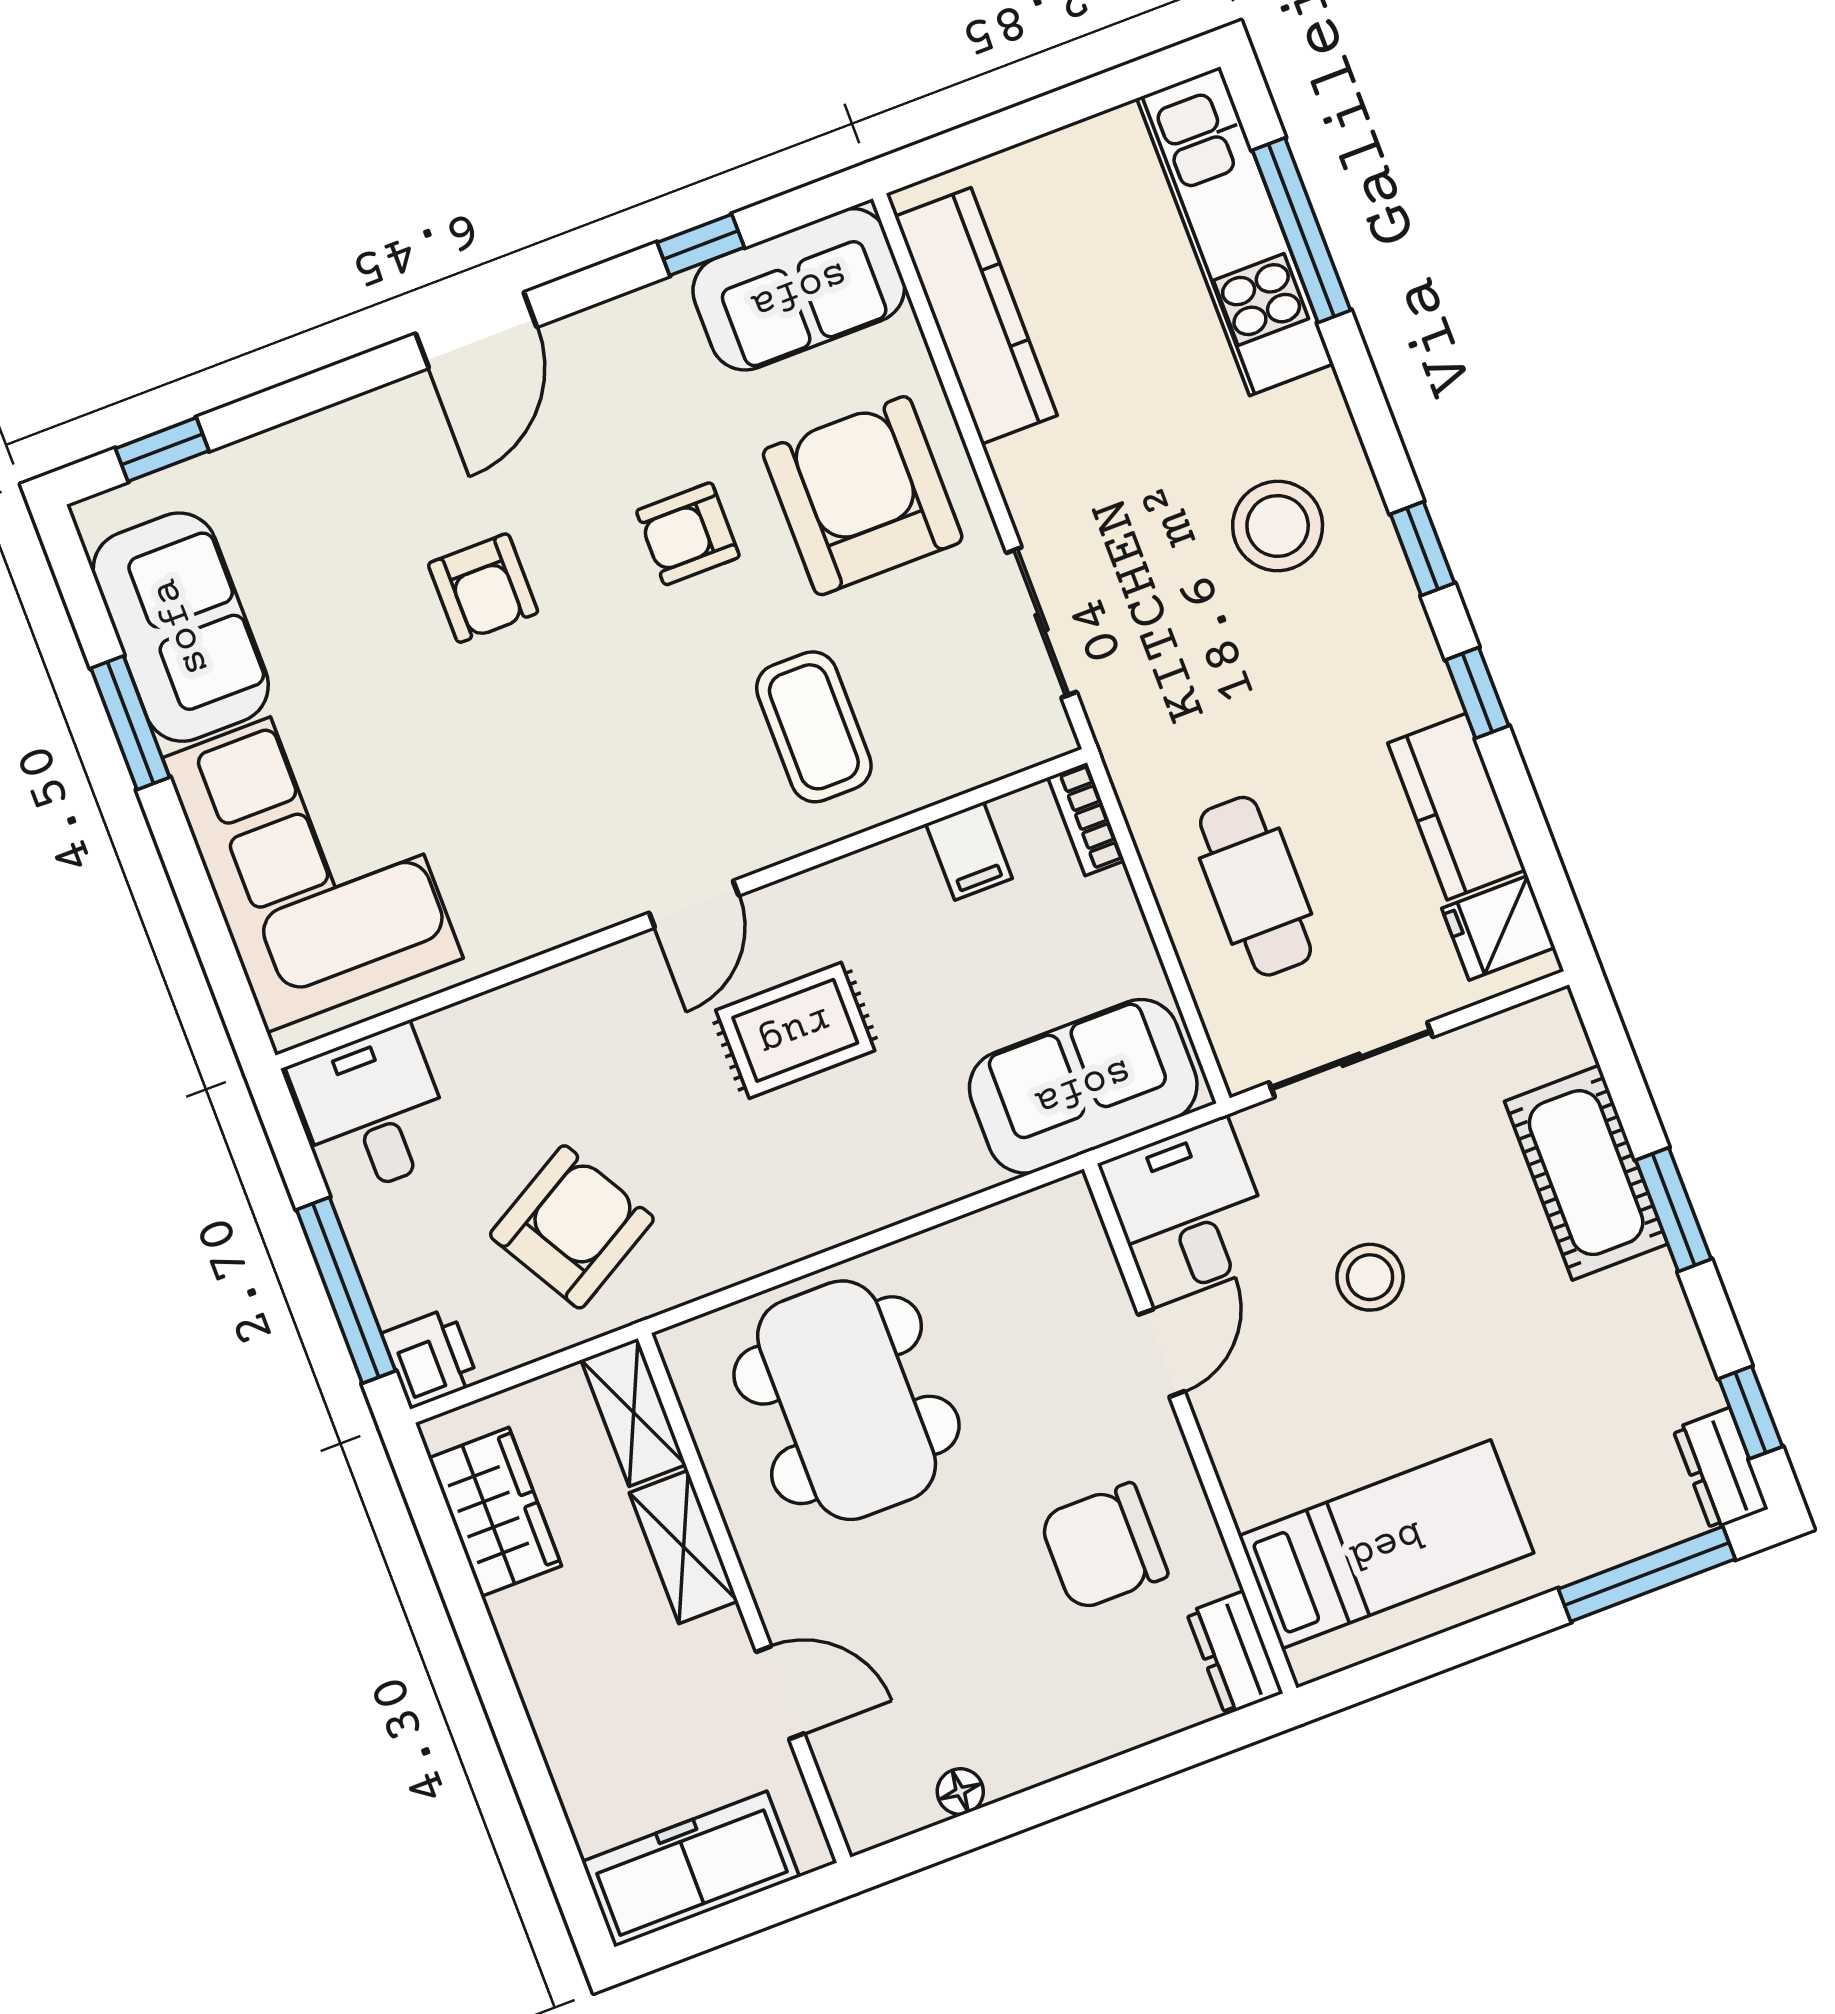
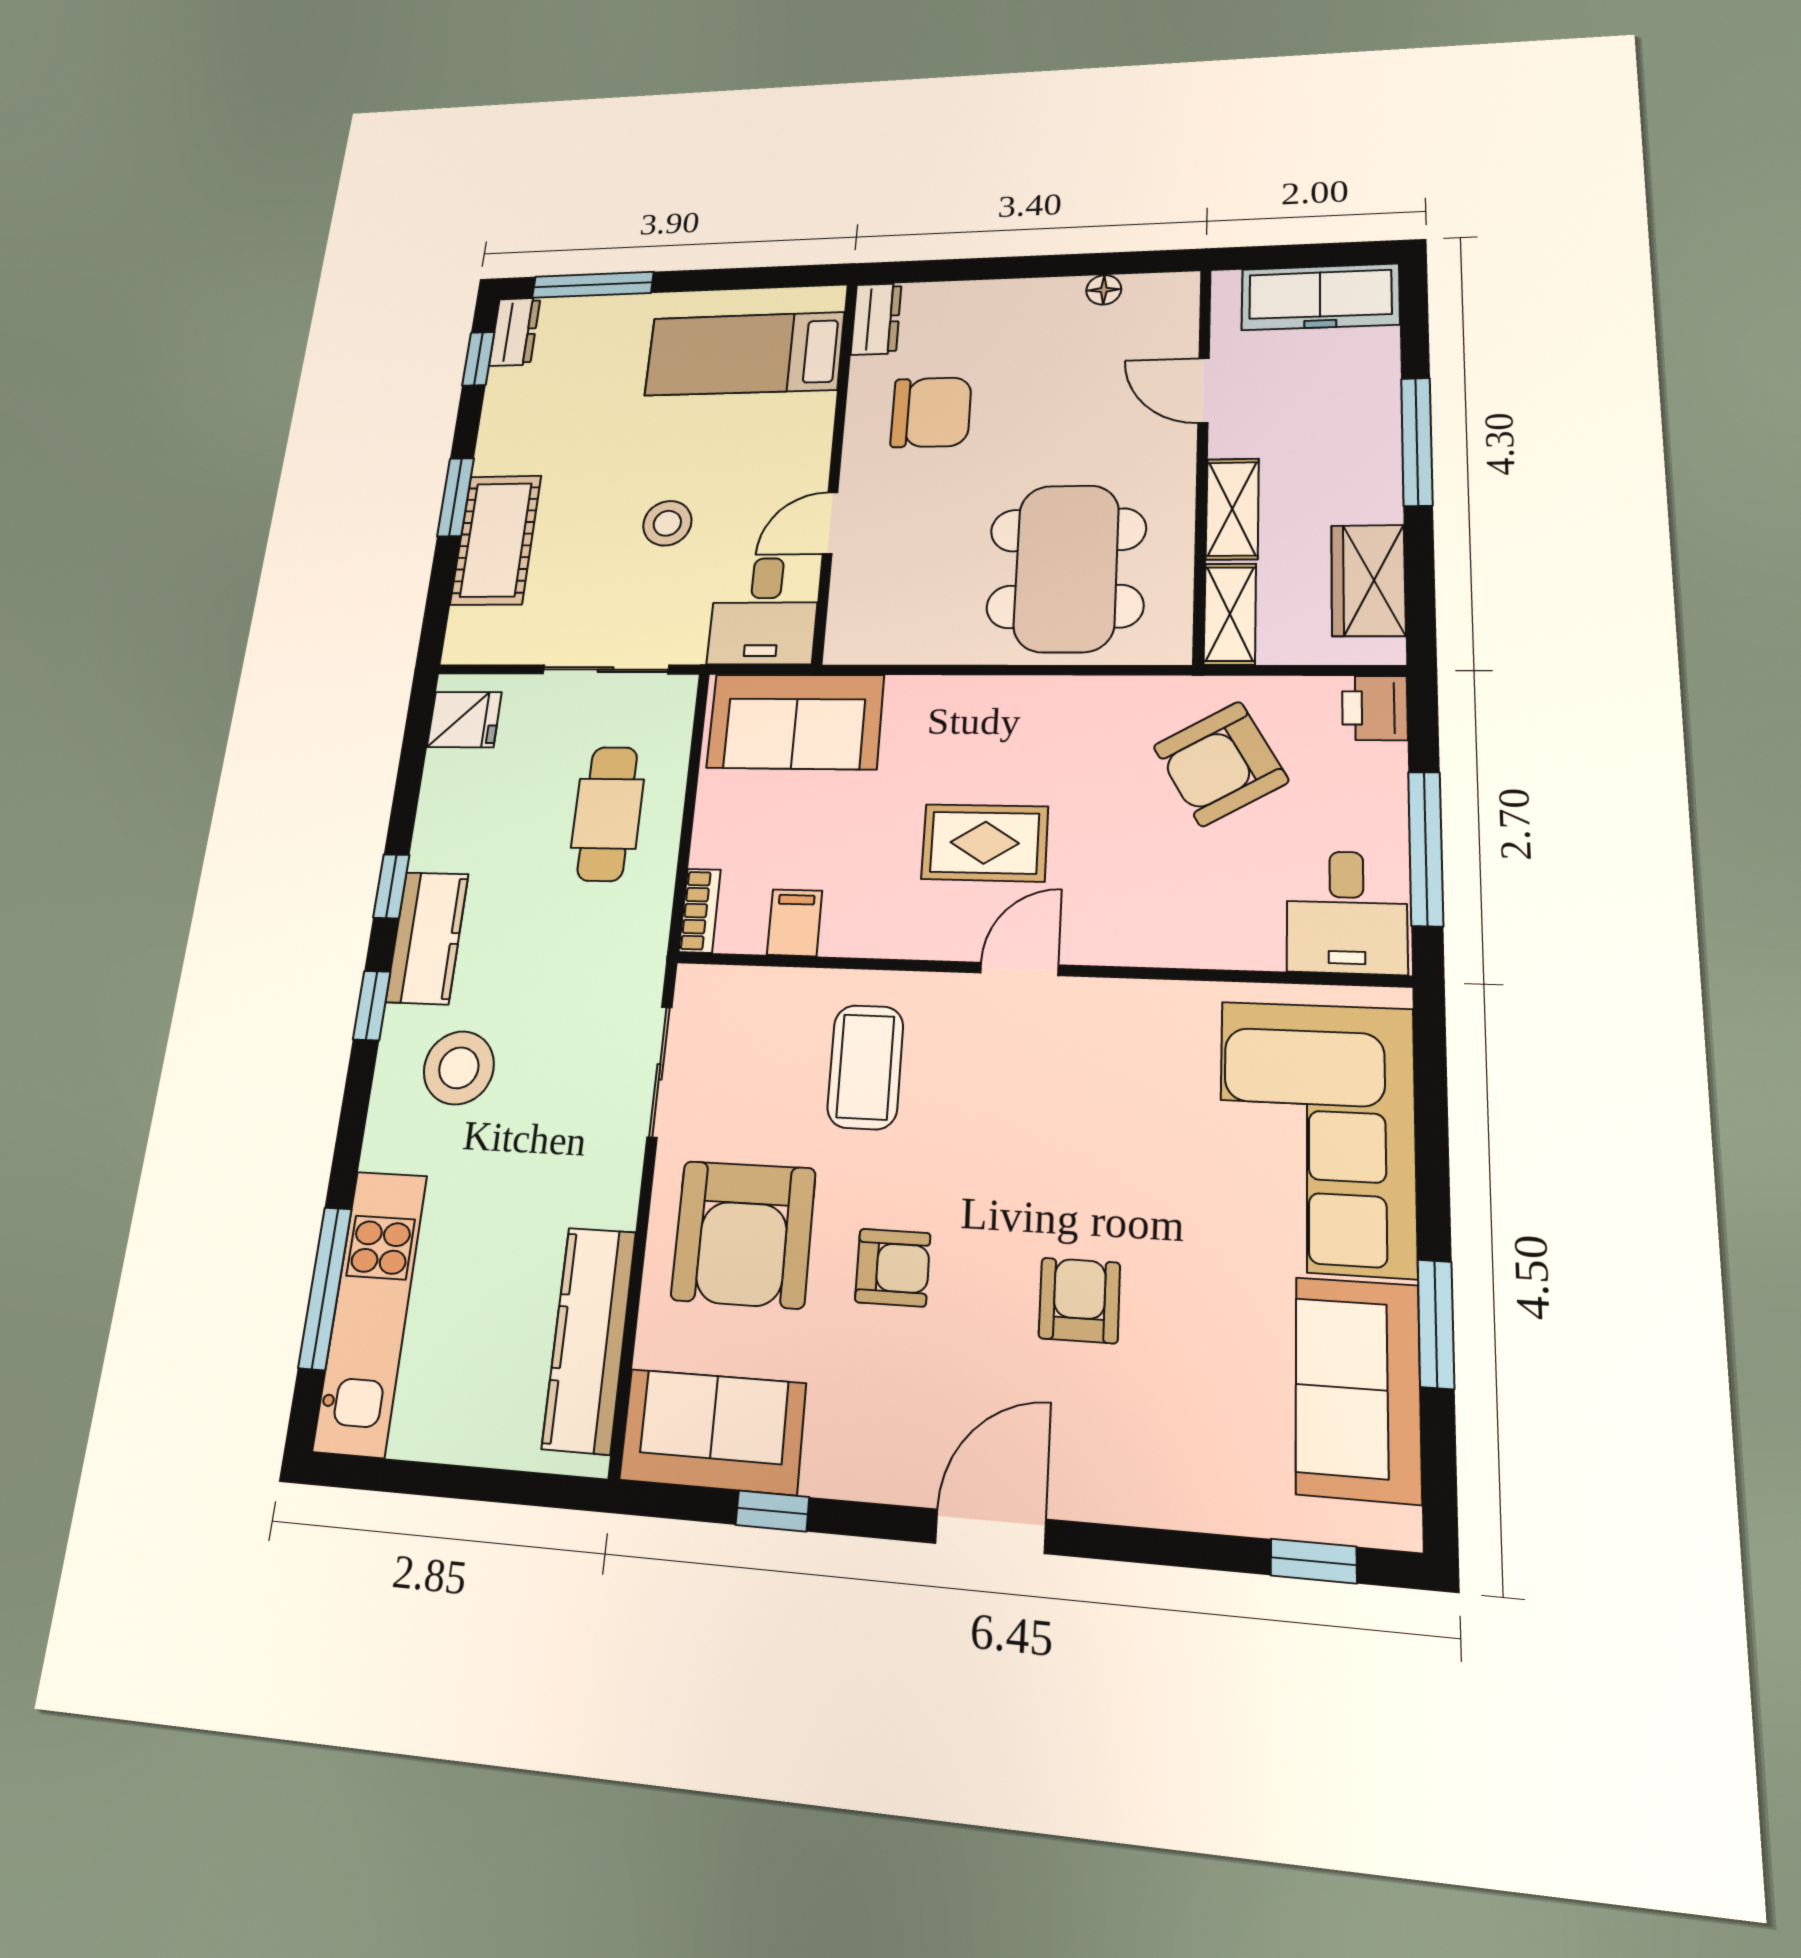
kitchen counter: (1457, 807) -> (427, 938), moved
window: (346, 1290) -> (1426, 848), moved
window: (506, 1710) -> (1417, 441), added

